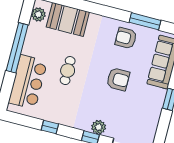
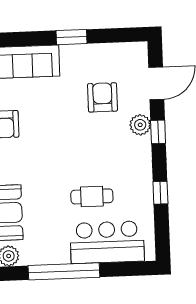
cafe table: (68, 71) -> (92, 196), moved
armchair: (118, 79) -> (102, 97), moved

